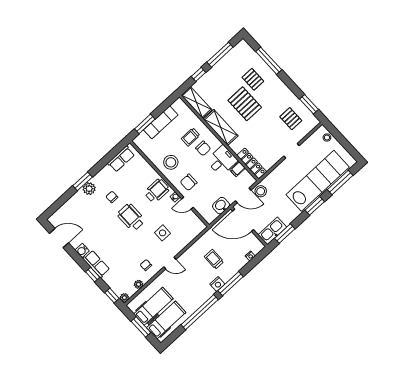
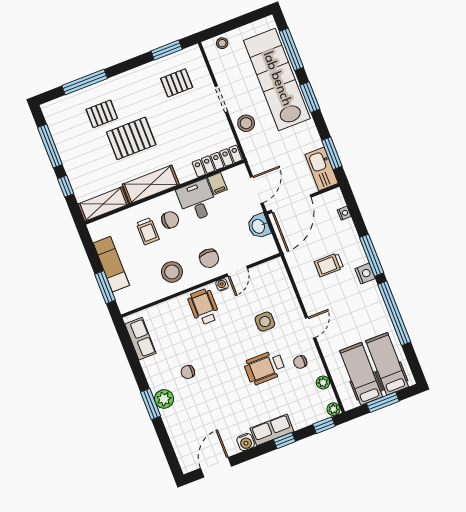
stool: (261, 191) -> (246, 123), moved
wheelchair: (131, 217) -> (265, 368), moved

